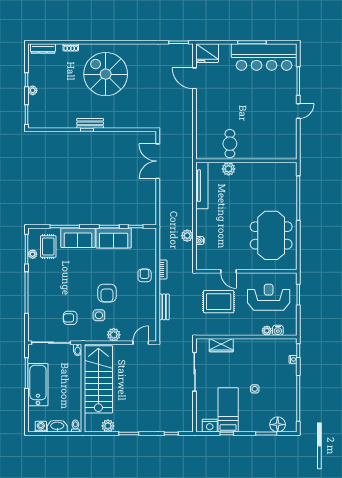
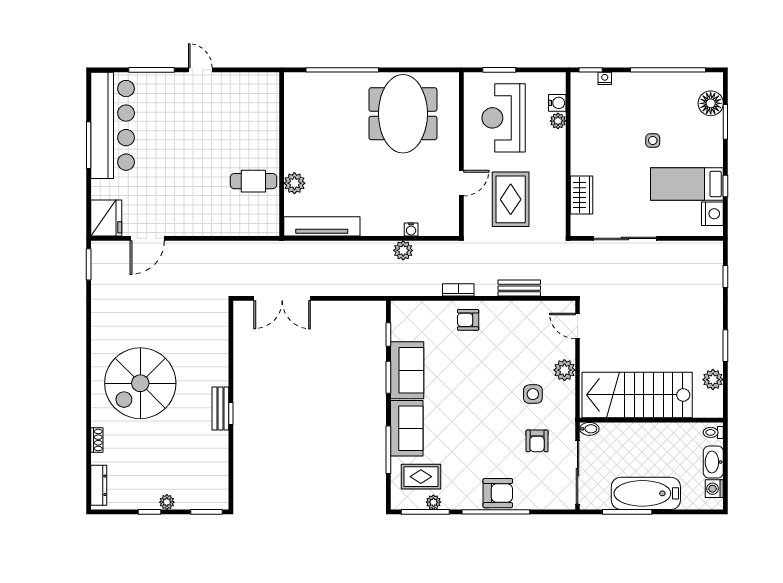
meeting table: (271, 235) -> (403, 114), turned 90
armchair: (107, 293) -> (498, 493), moved

